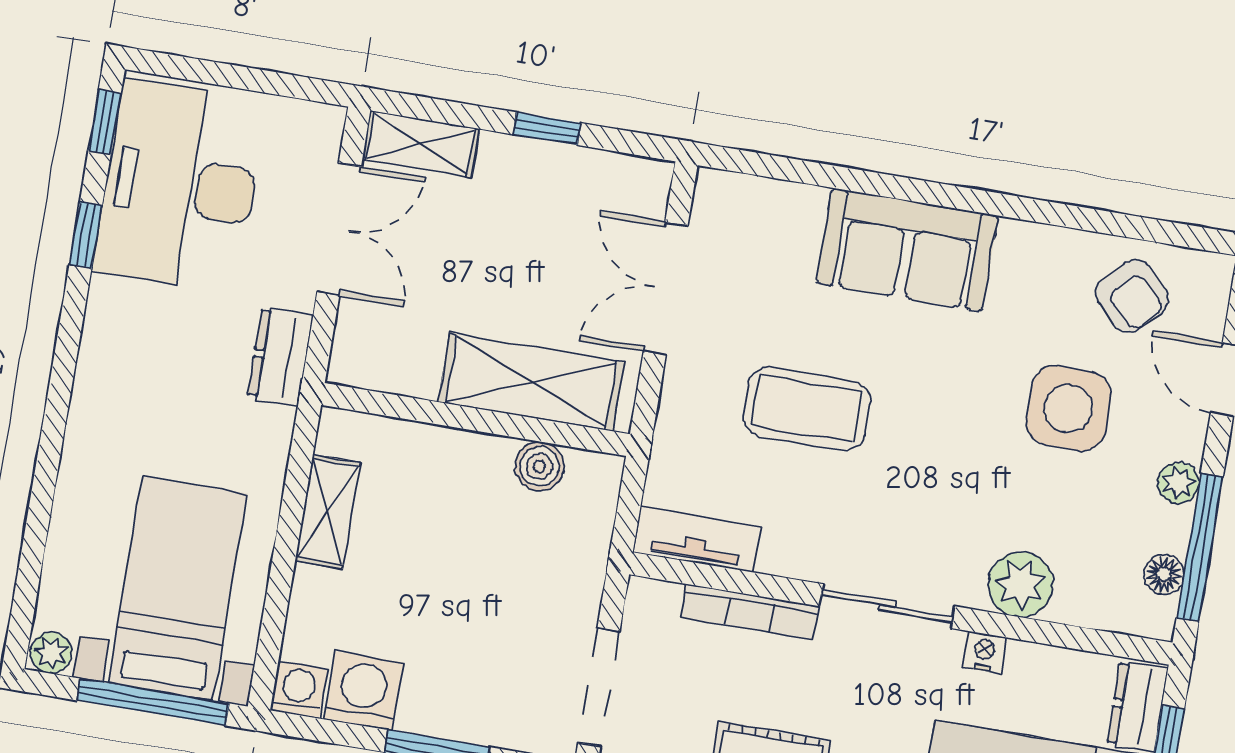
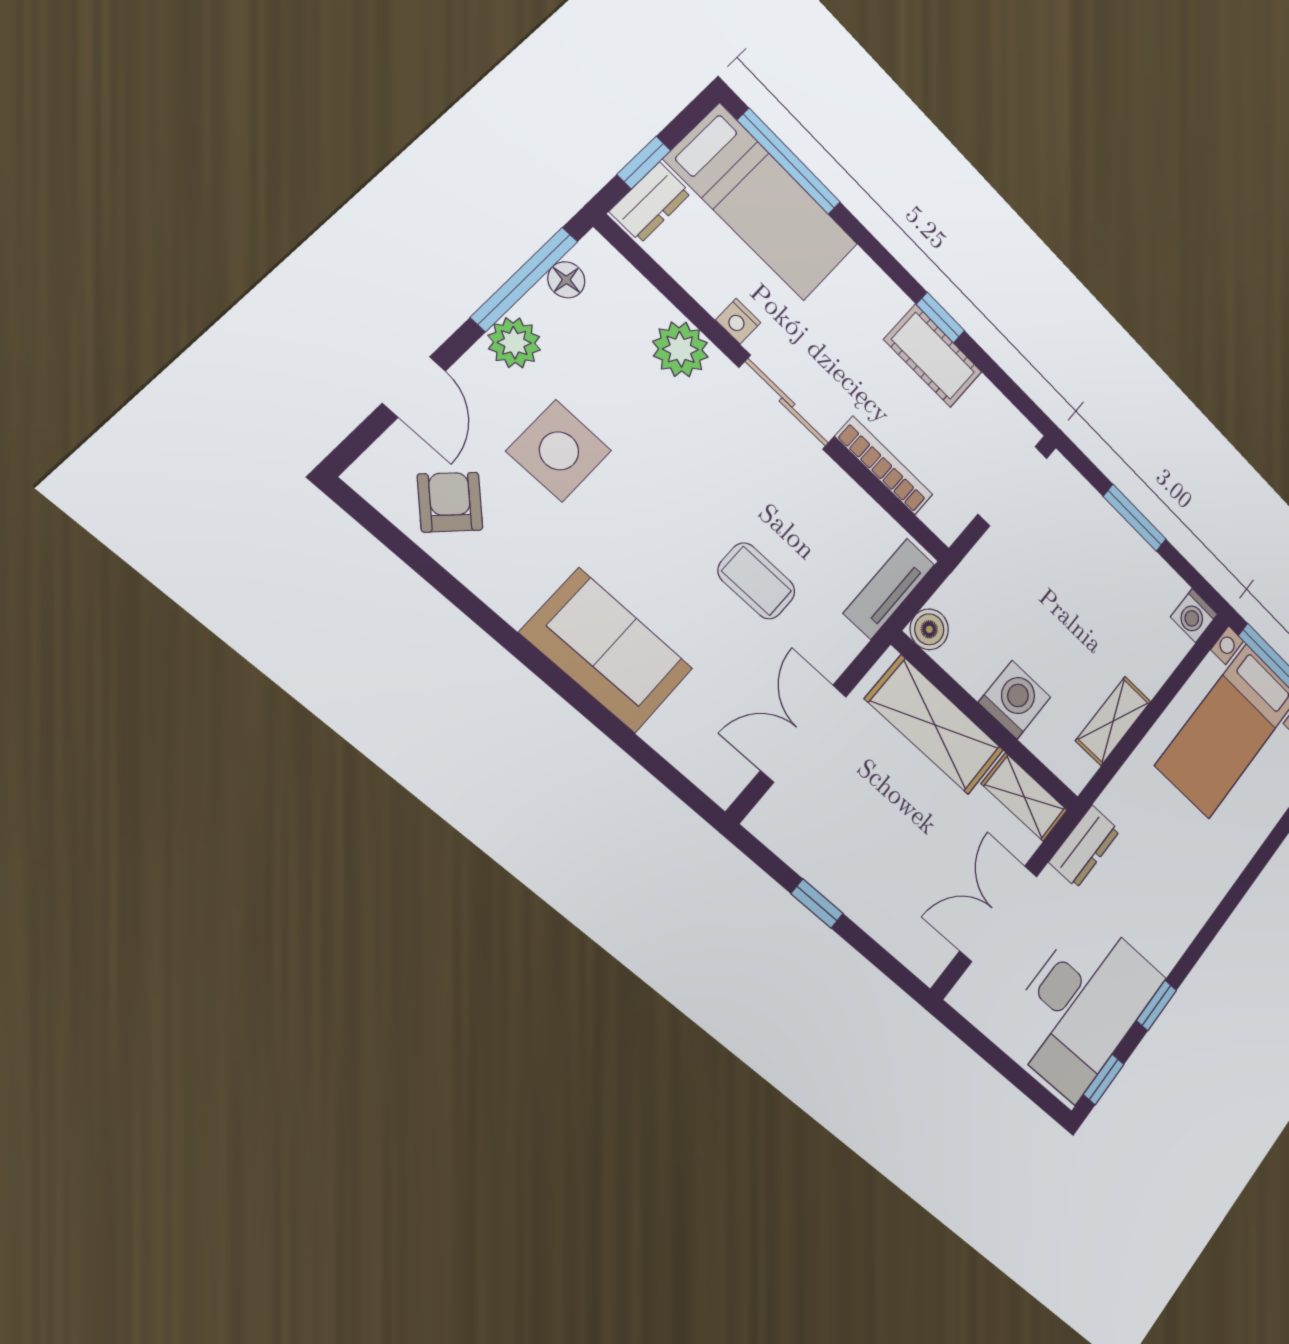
shelving: (421, 144) -> (1025, 797), moved
double door: (666, 288) -> (804, 733), swing flipped
coffee table: (807, 409) -> (757, 581), width x0.73, depth x0.77
boiler: (539, 466) -> (929, 629), moved
plant: (1178, 483) -> (514, 343), width x1.38, depth x1.38
tv unit: (697, 539) -> (889, 589), moved, turned 90
washing machine: (363, 691) -> (1015, 700), moved, turned 180

